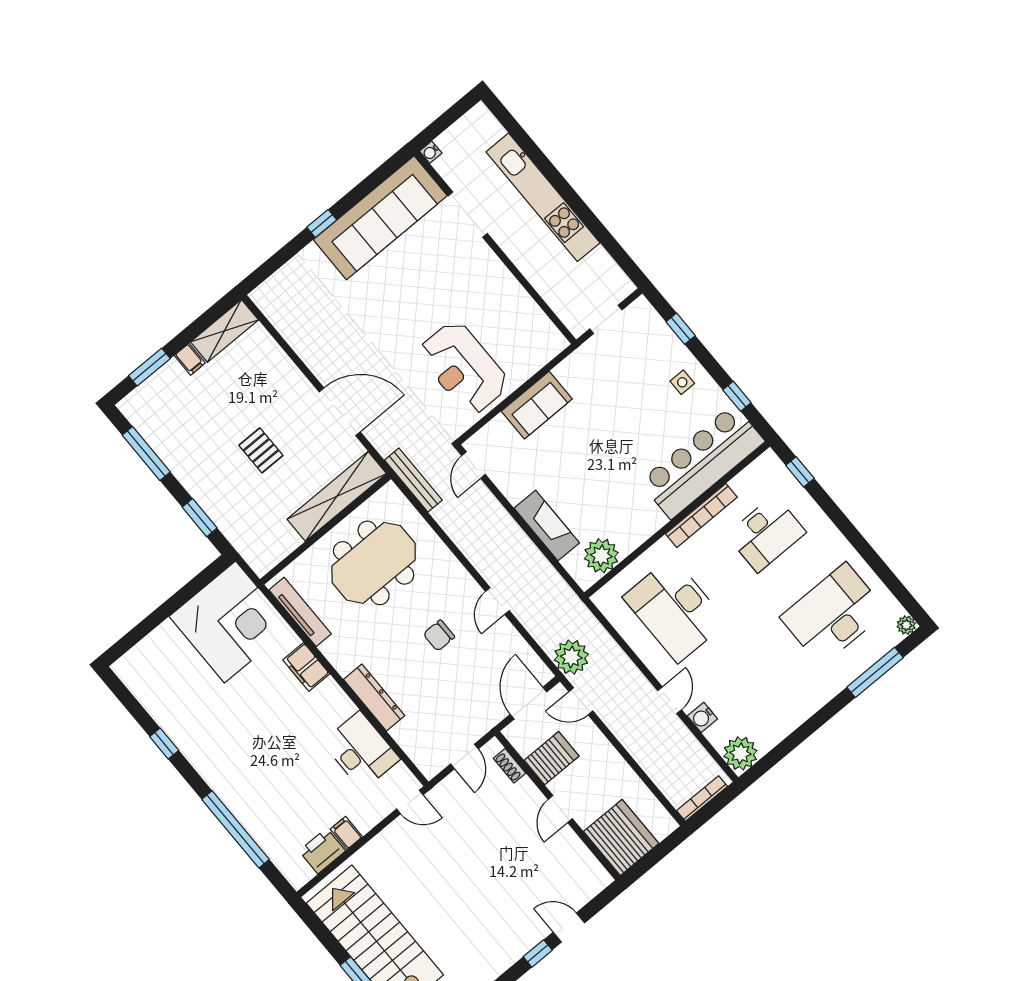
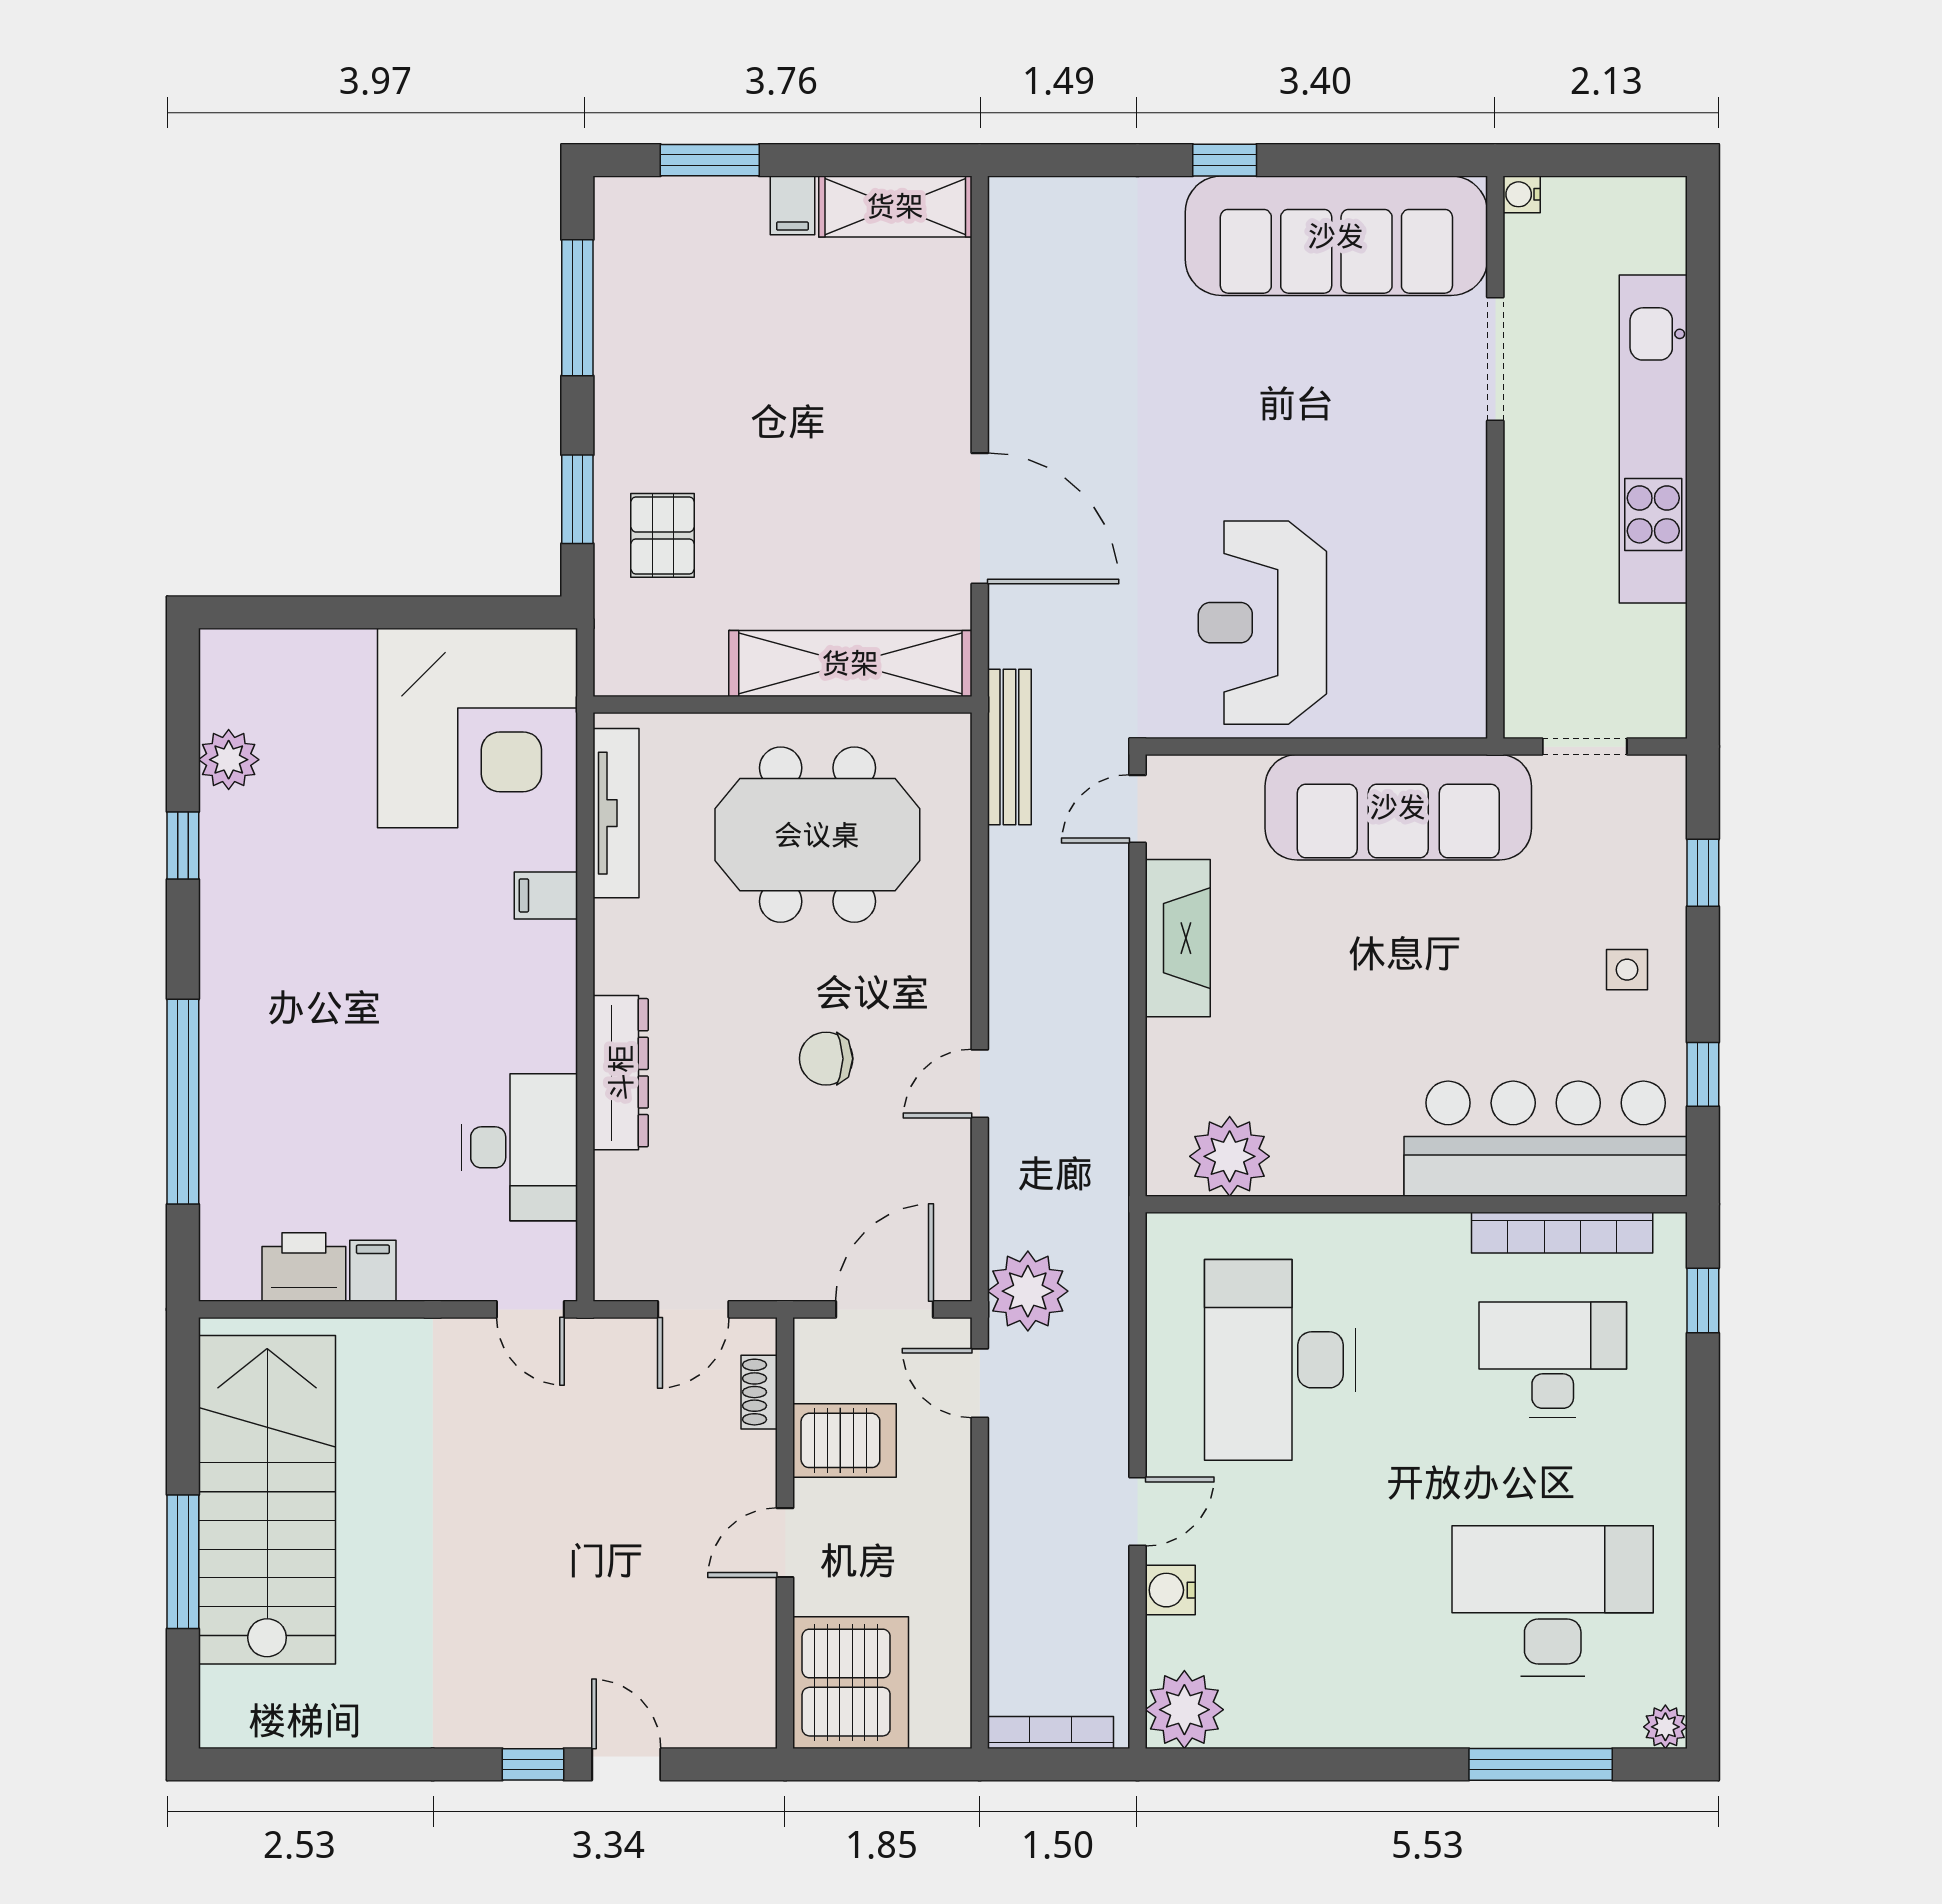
sofa: (537, 405) -> (1398, 807), width x1.85, depth x1.27
pallet: (261, 450) -> (663, 535), moved
bookcase: (701, 516) -> (1562, 1233), moved
fireplace: (547, 525) -> (1178, 938), moved
desk: (766, 534) -> (1553, 1360), turned 180
filing cabinet: (306, 667) -> (546, 895), width x0.50
plant: (156, 702) -> (229, 760), added

